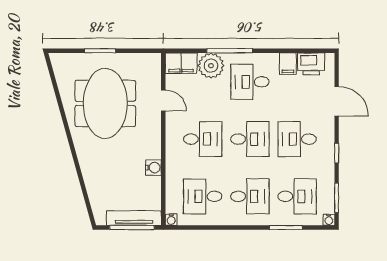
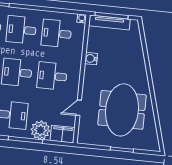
door: (163, 100) -> (79, 108), hinge flipped
desk: (203, 196) -> (56, 33), turned 180

